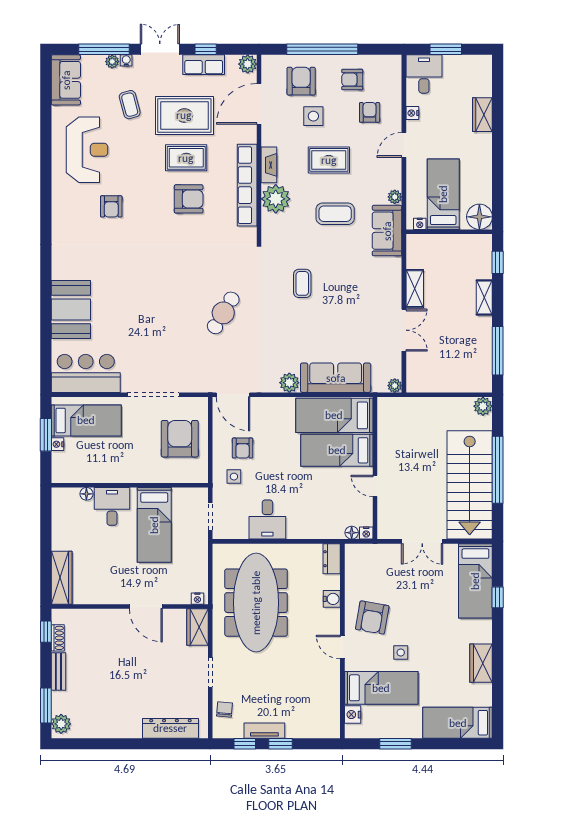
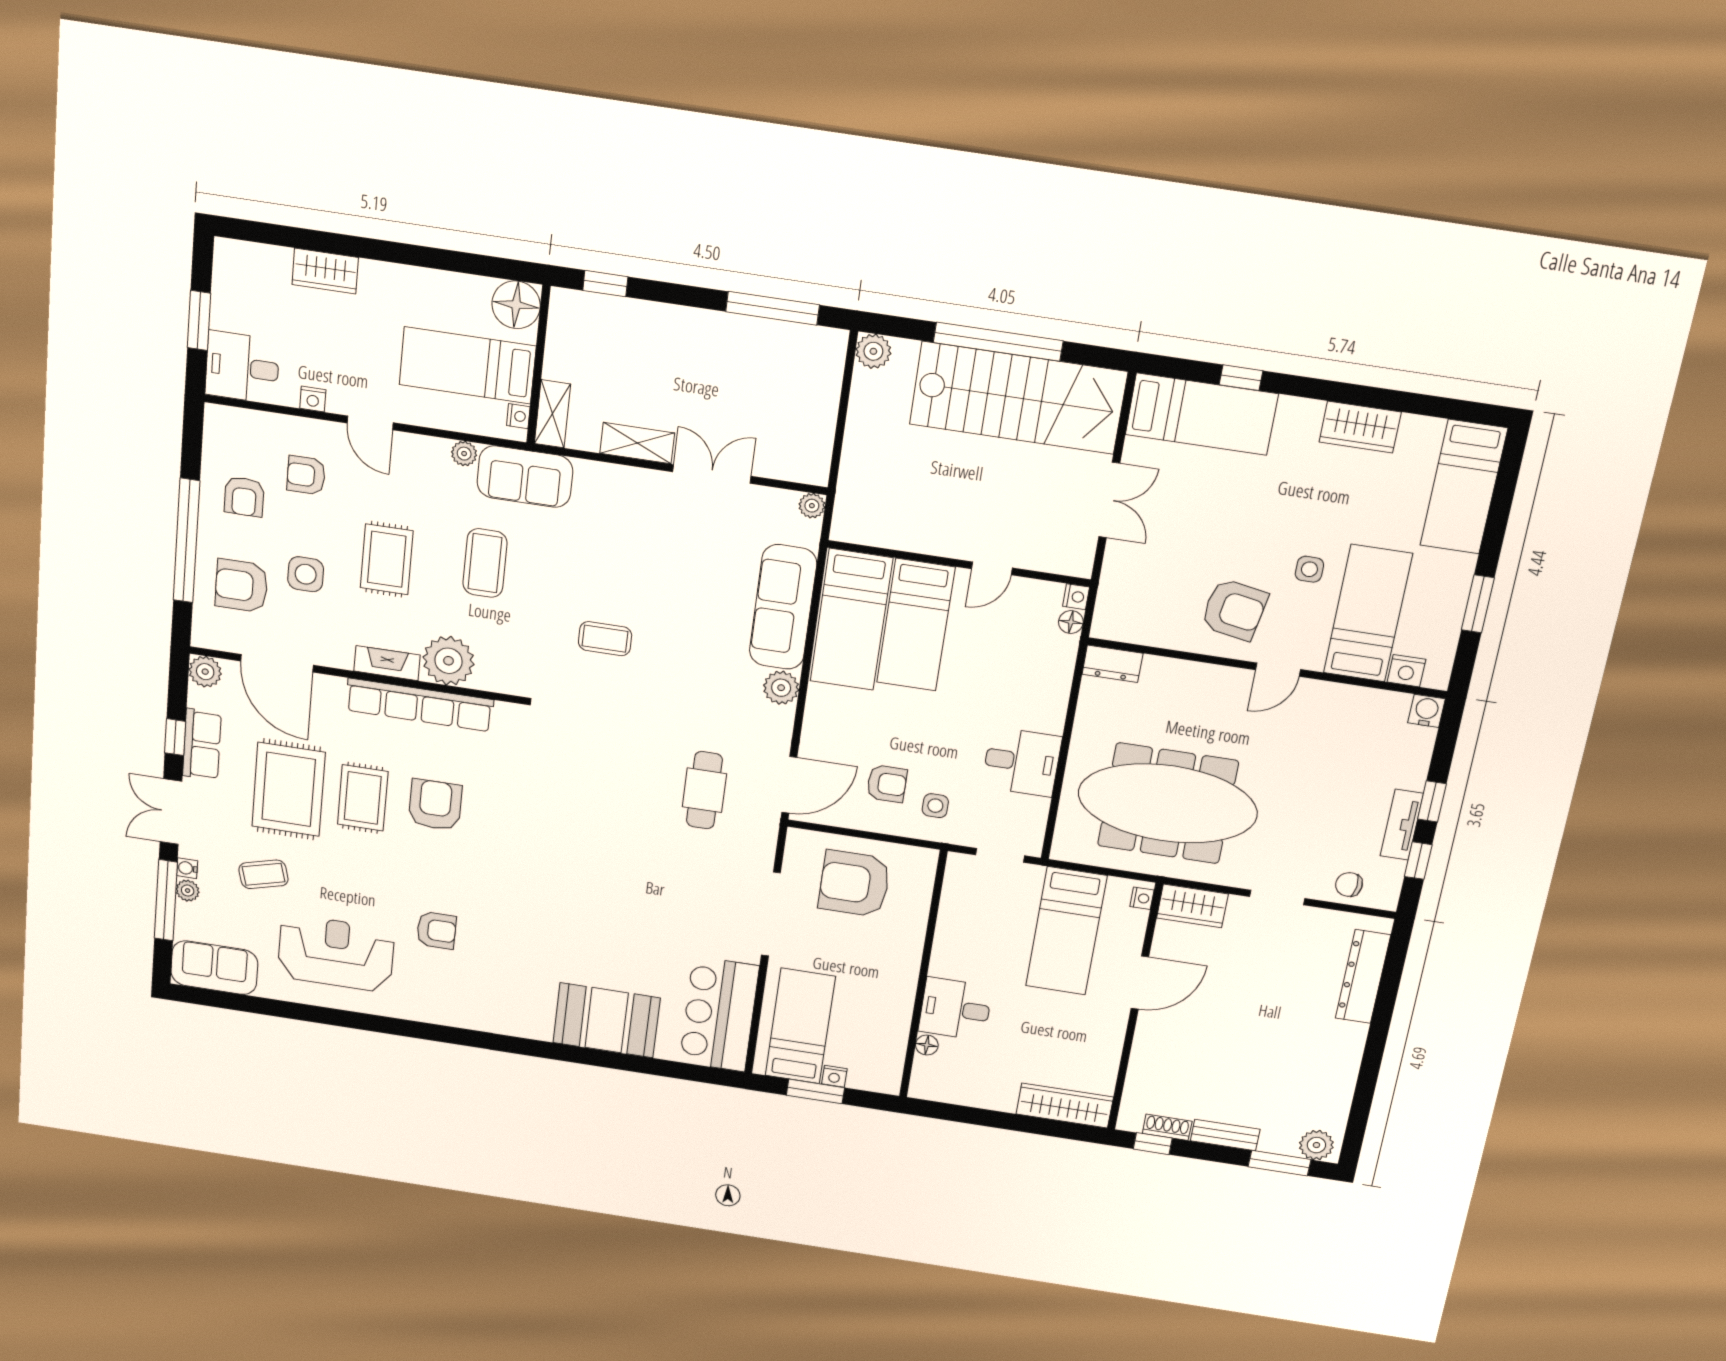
shelving: (484, 298) -> (553, 414), moved, turned 90
cafe table: (223, 313) -> (704, 790), moved, turned 59
bed: (154, 525) -> (1066, 931), moved, turned 90
water cooler: (332, 599) -> (1427, 711), moved

